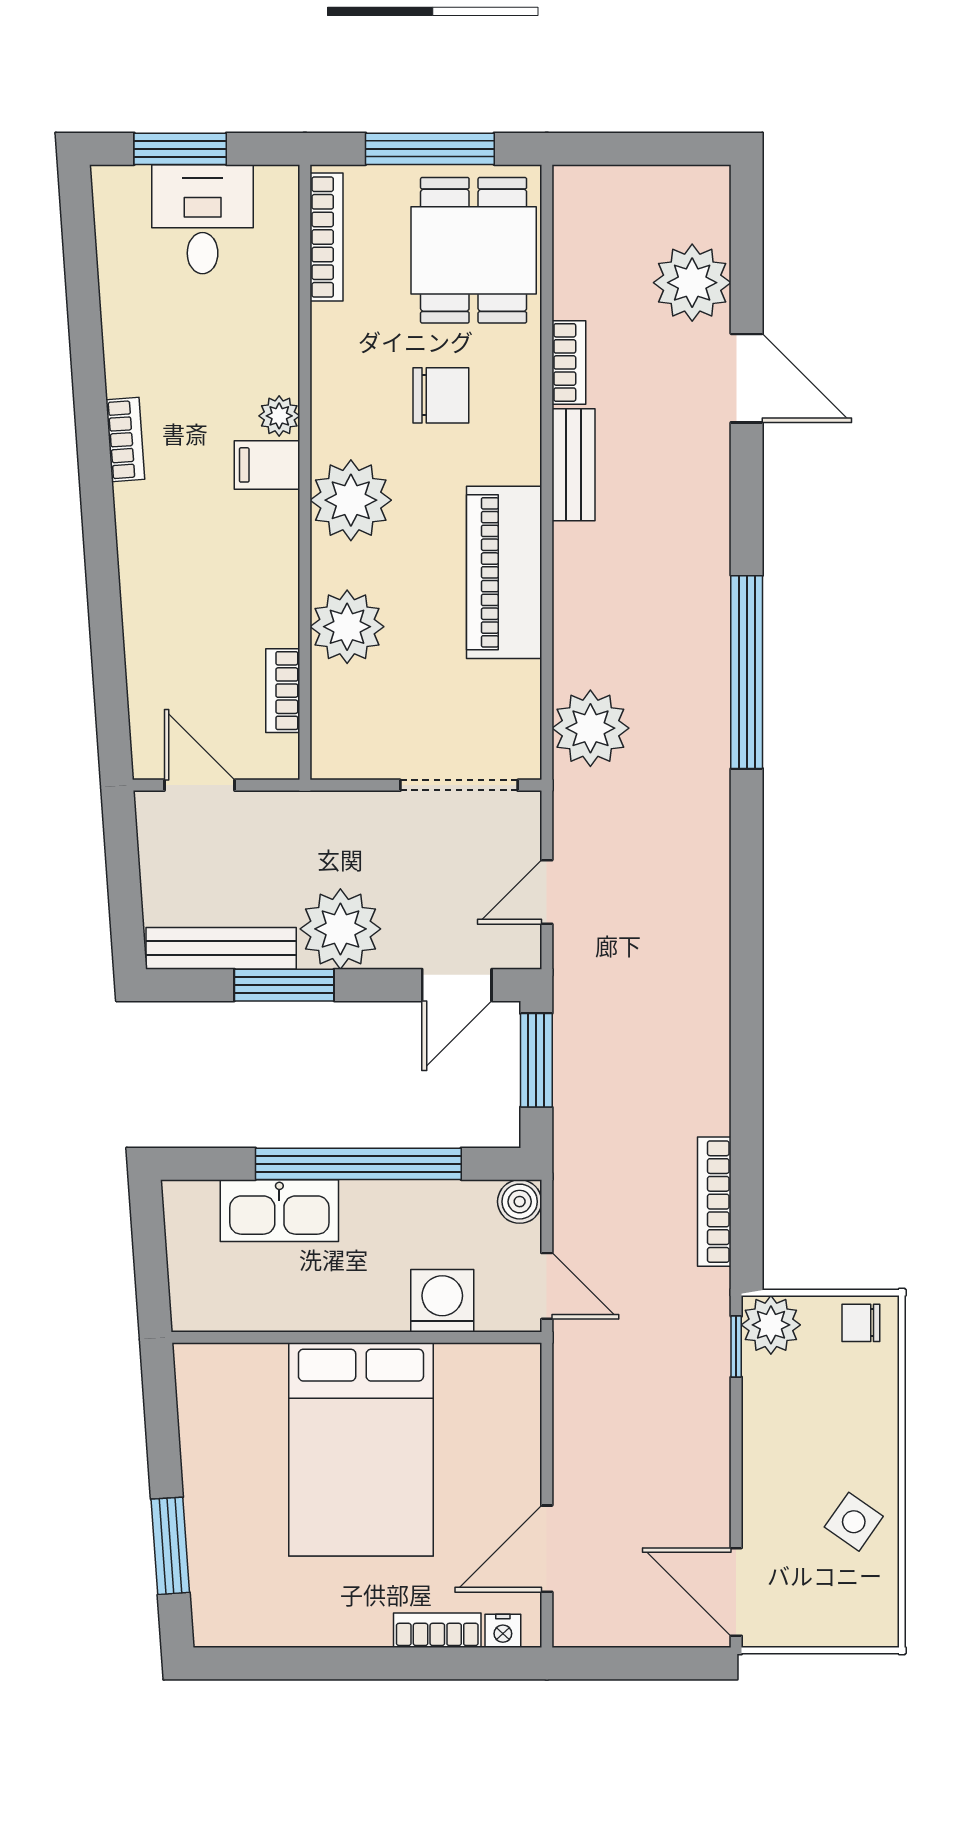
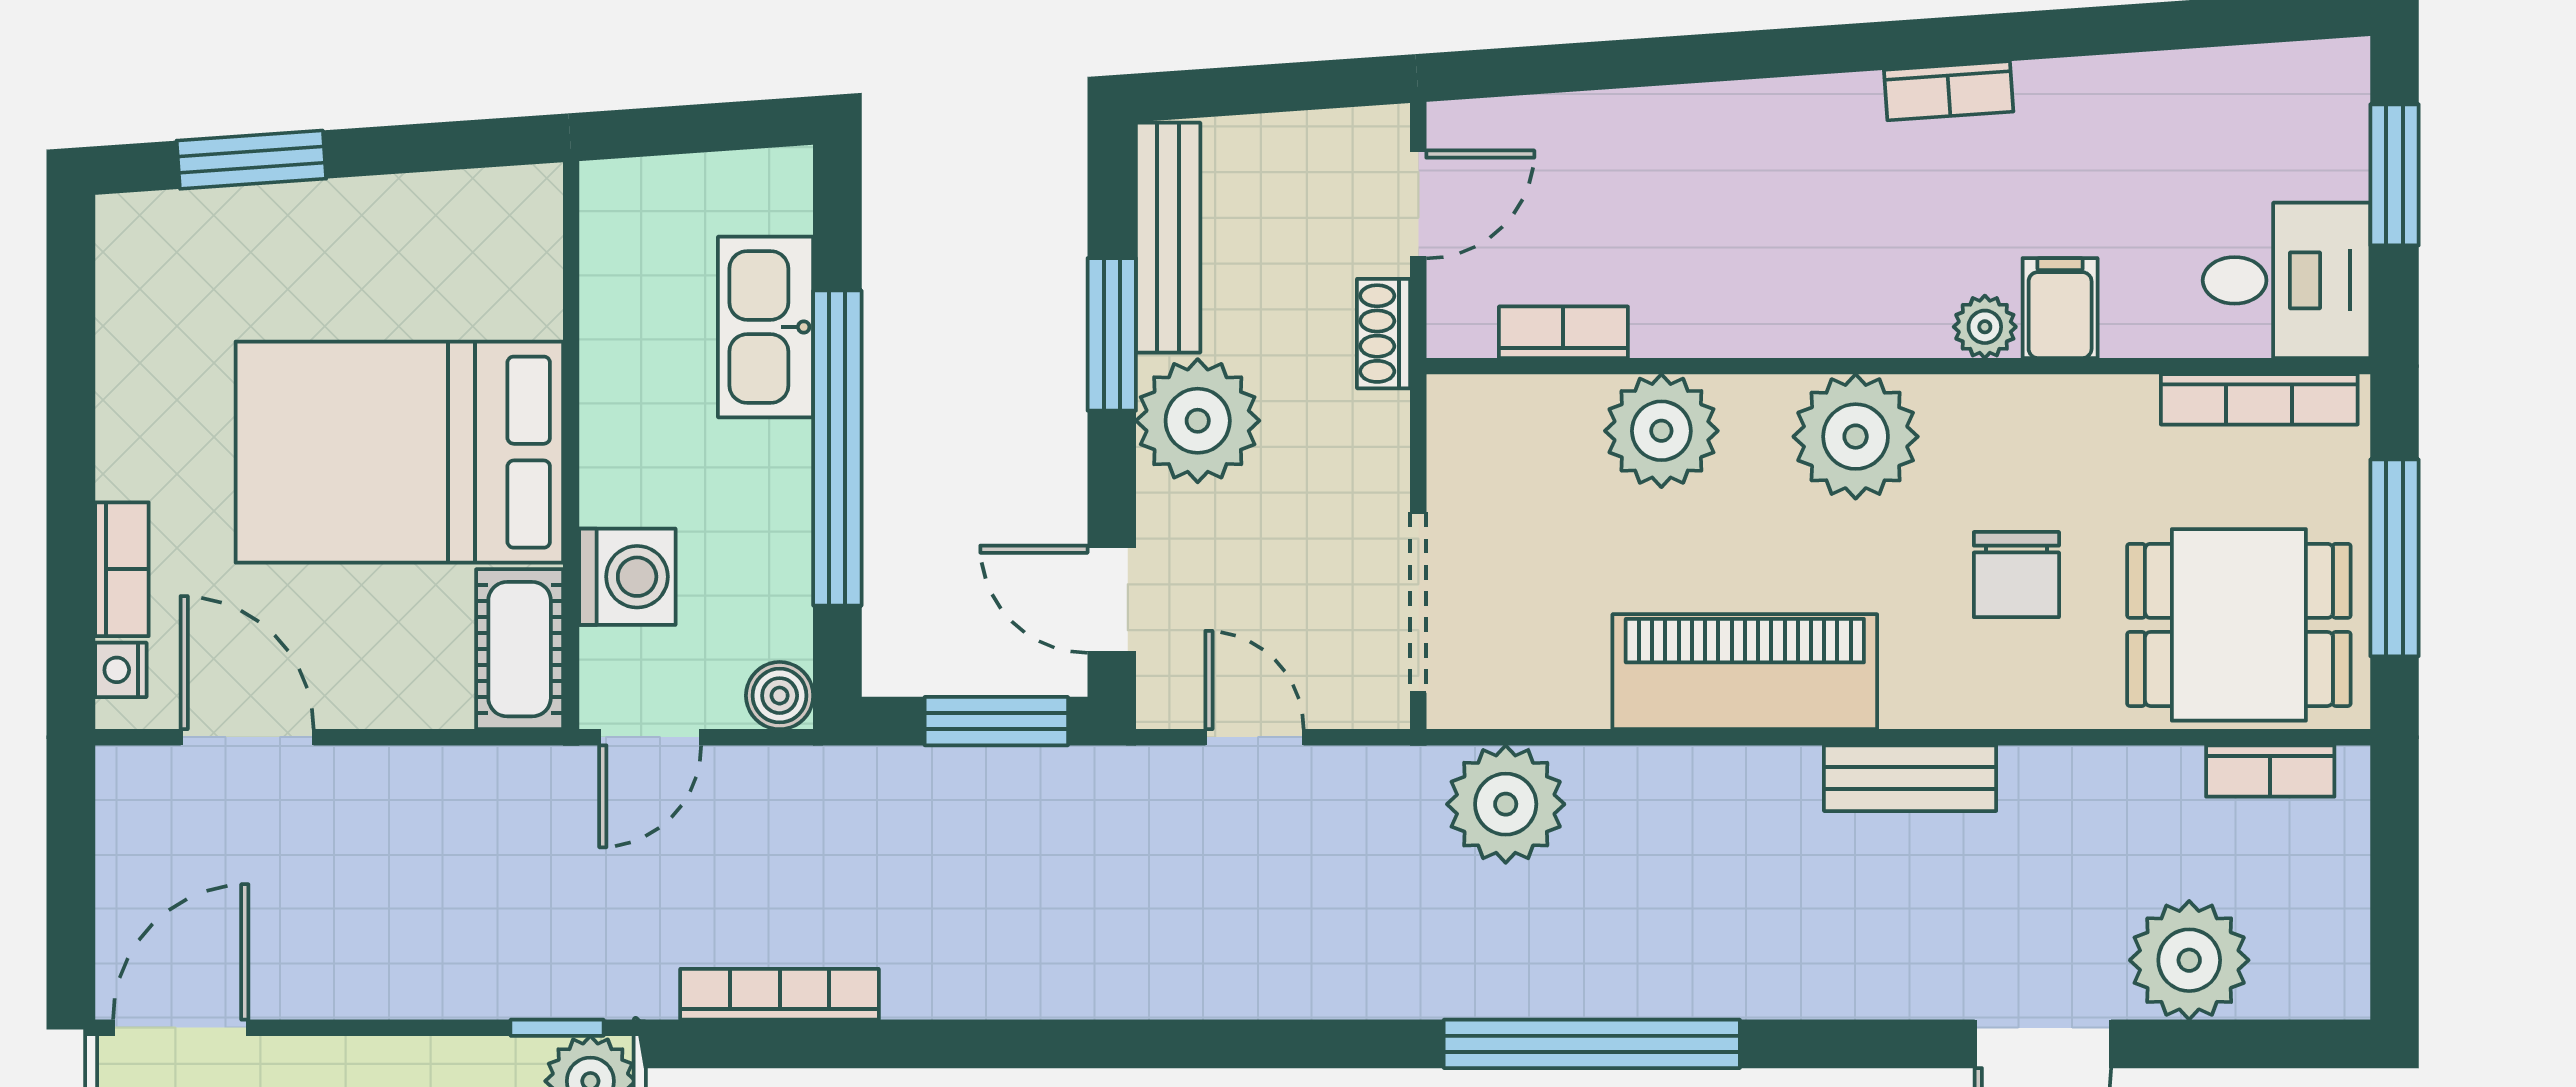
desk: (203, 219) -> (2287, 280), moved
bookcase: (569, 362) -> (2270, 771), moved
filing cabinet: (267, 465) -> (2060, 308), moved
shoe rack: (284, 808) -> (1384, 334), added
cot: (489, 1371) -> (520, 649), added

